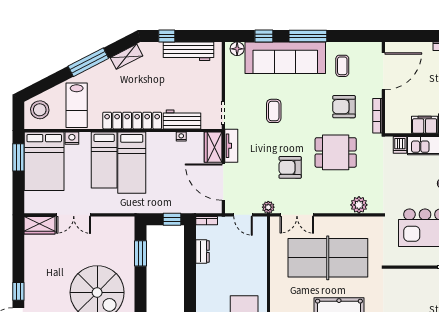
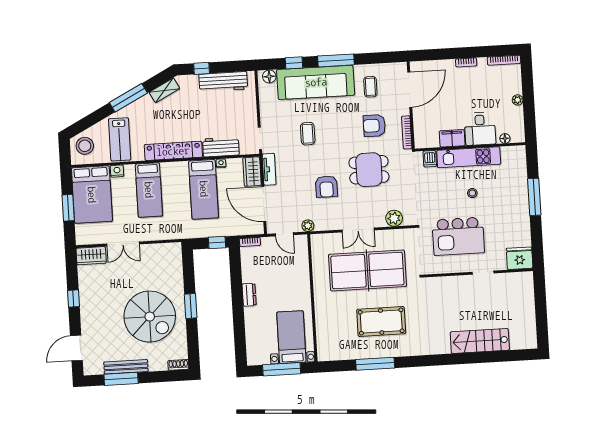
window: (18, 157) -> (68, 208), moved
bed: (132, 163) -> (204, 189), moved
armchair: (290, 167) -> (326, 187), turned -90
double door: (297, 215) -> (358, 230), moved
dresser: (202, 251) -> (249, 295), moved
window: (141, 253) -> (191, 306), moved
window: (18, 291) -> (73, 299), moved

